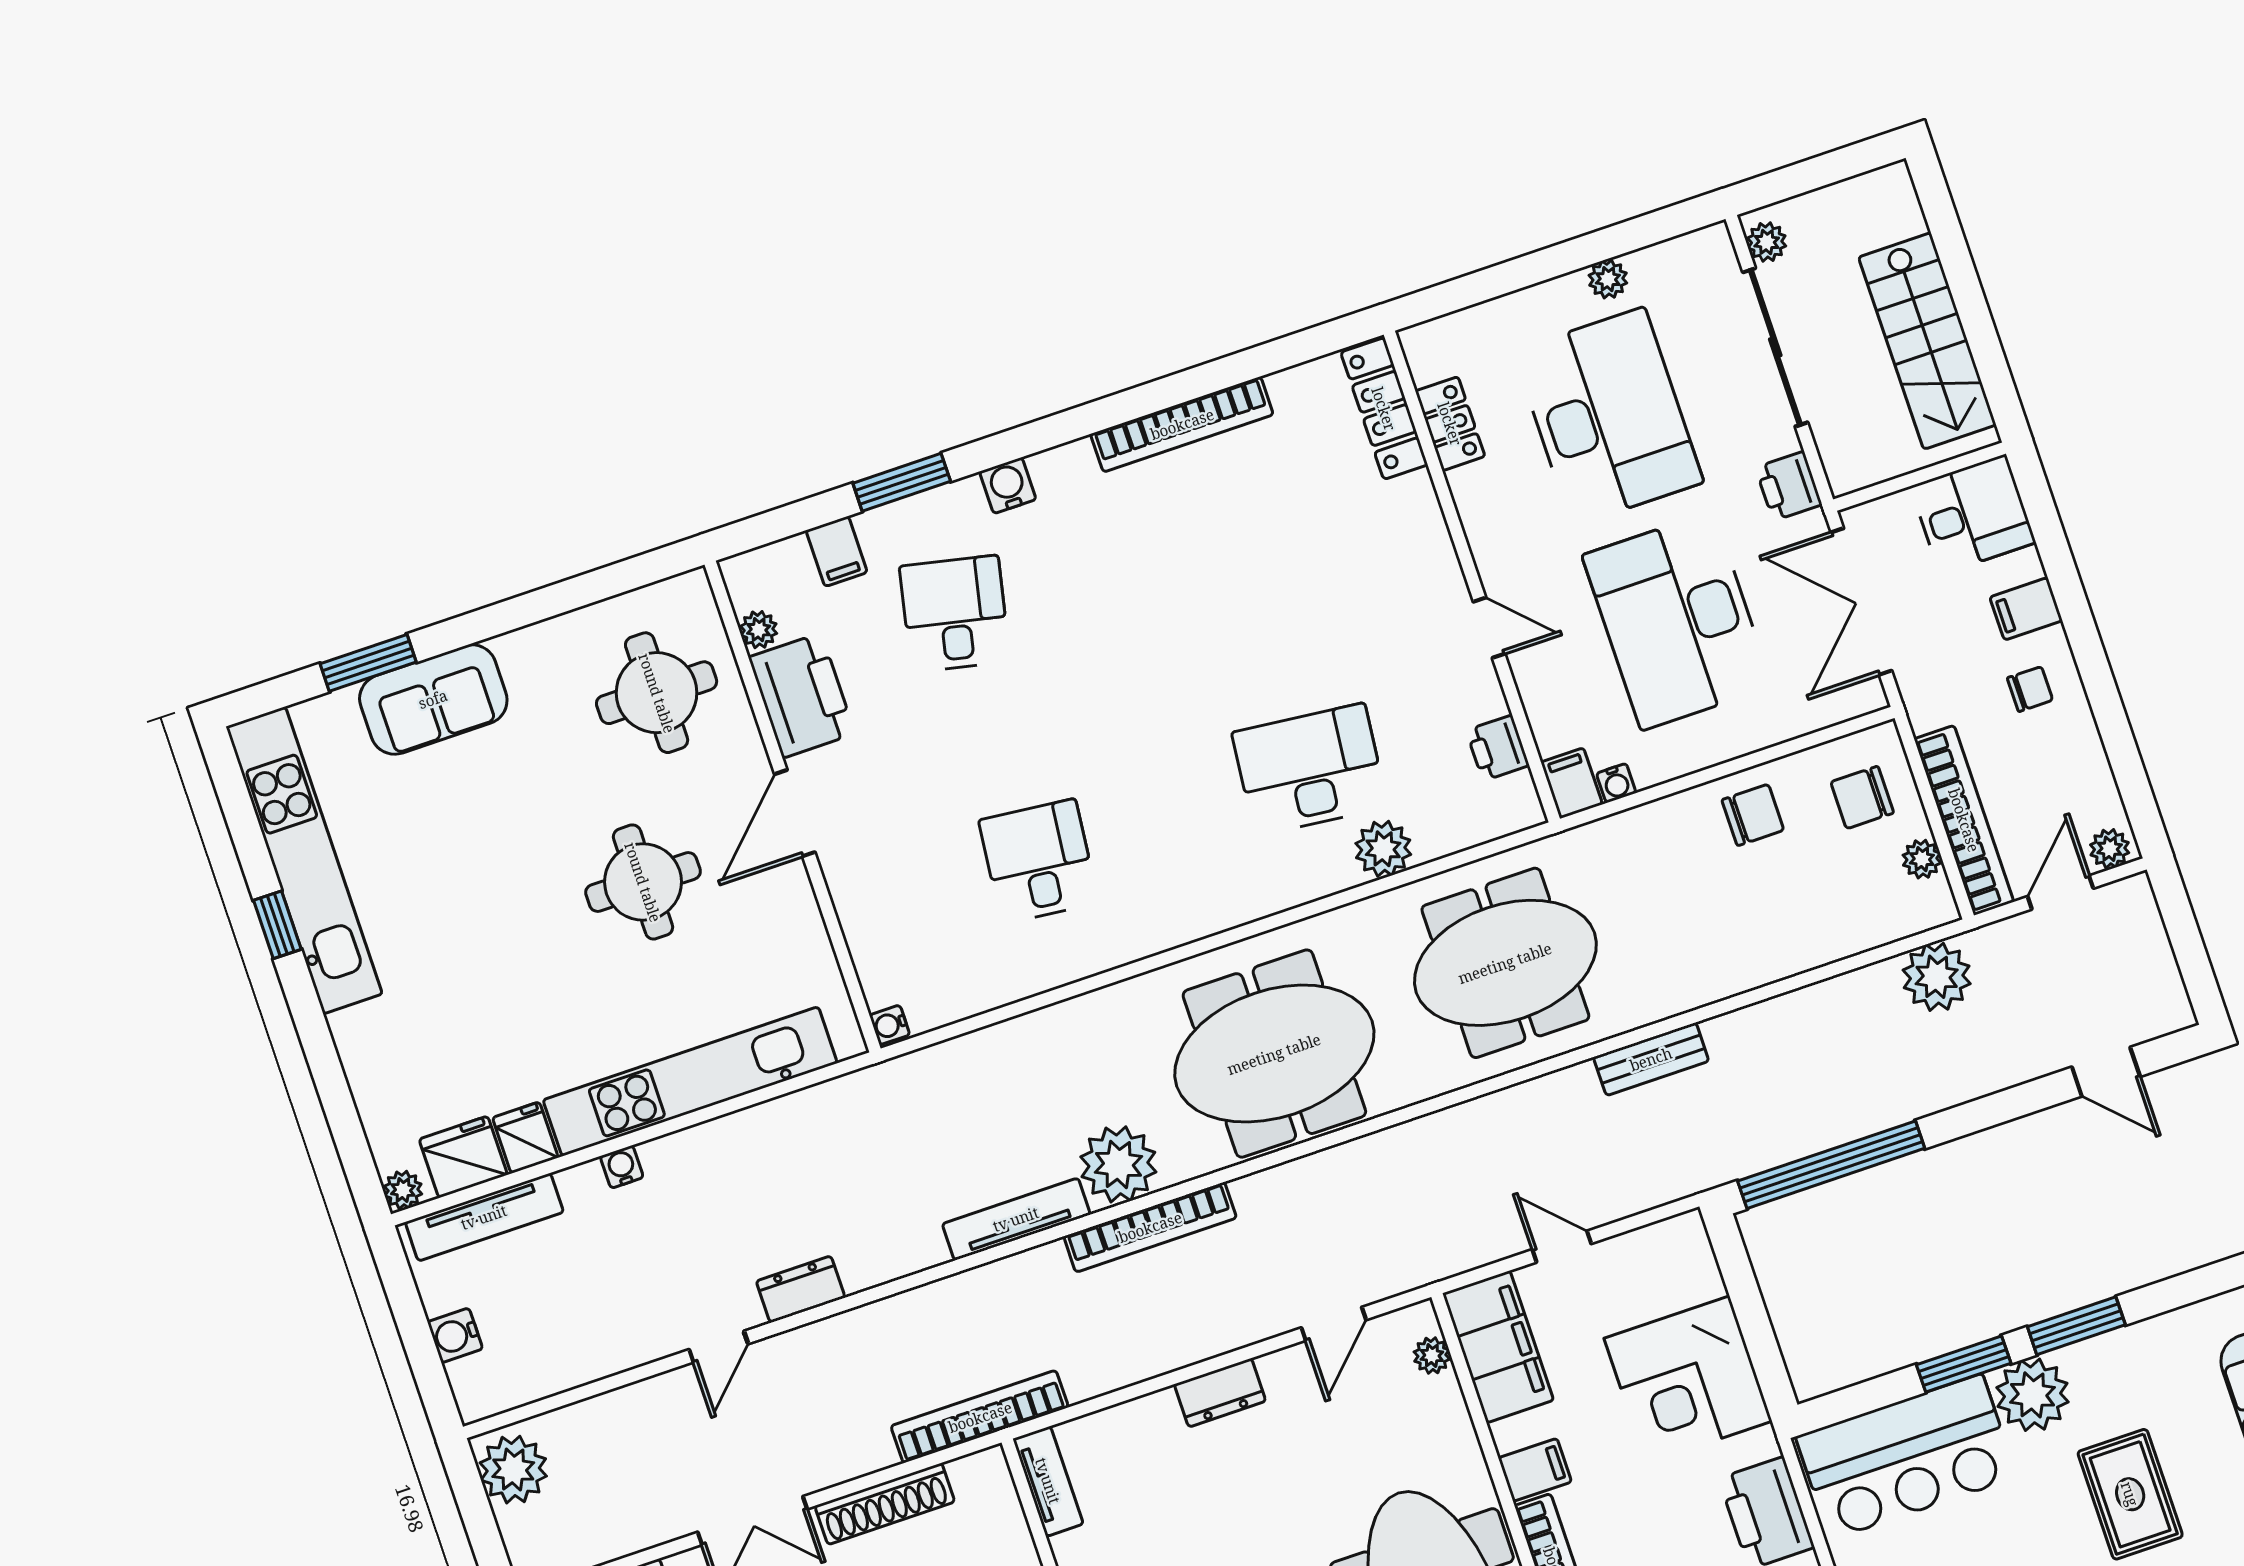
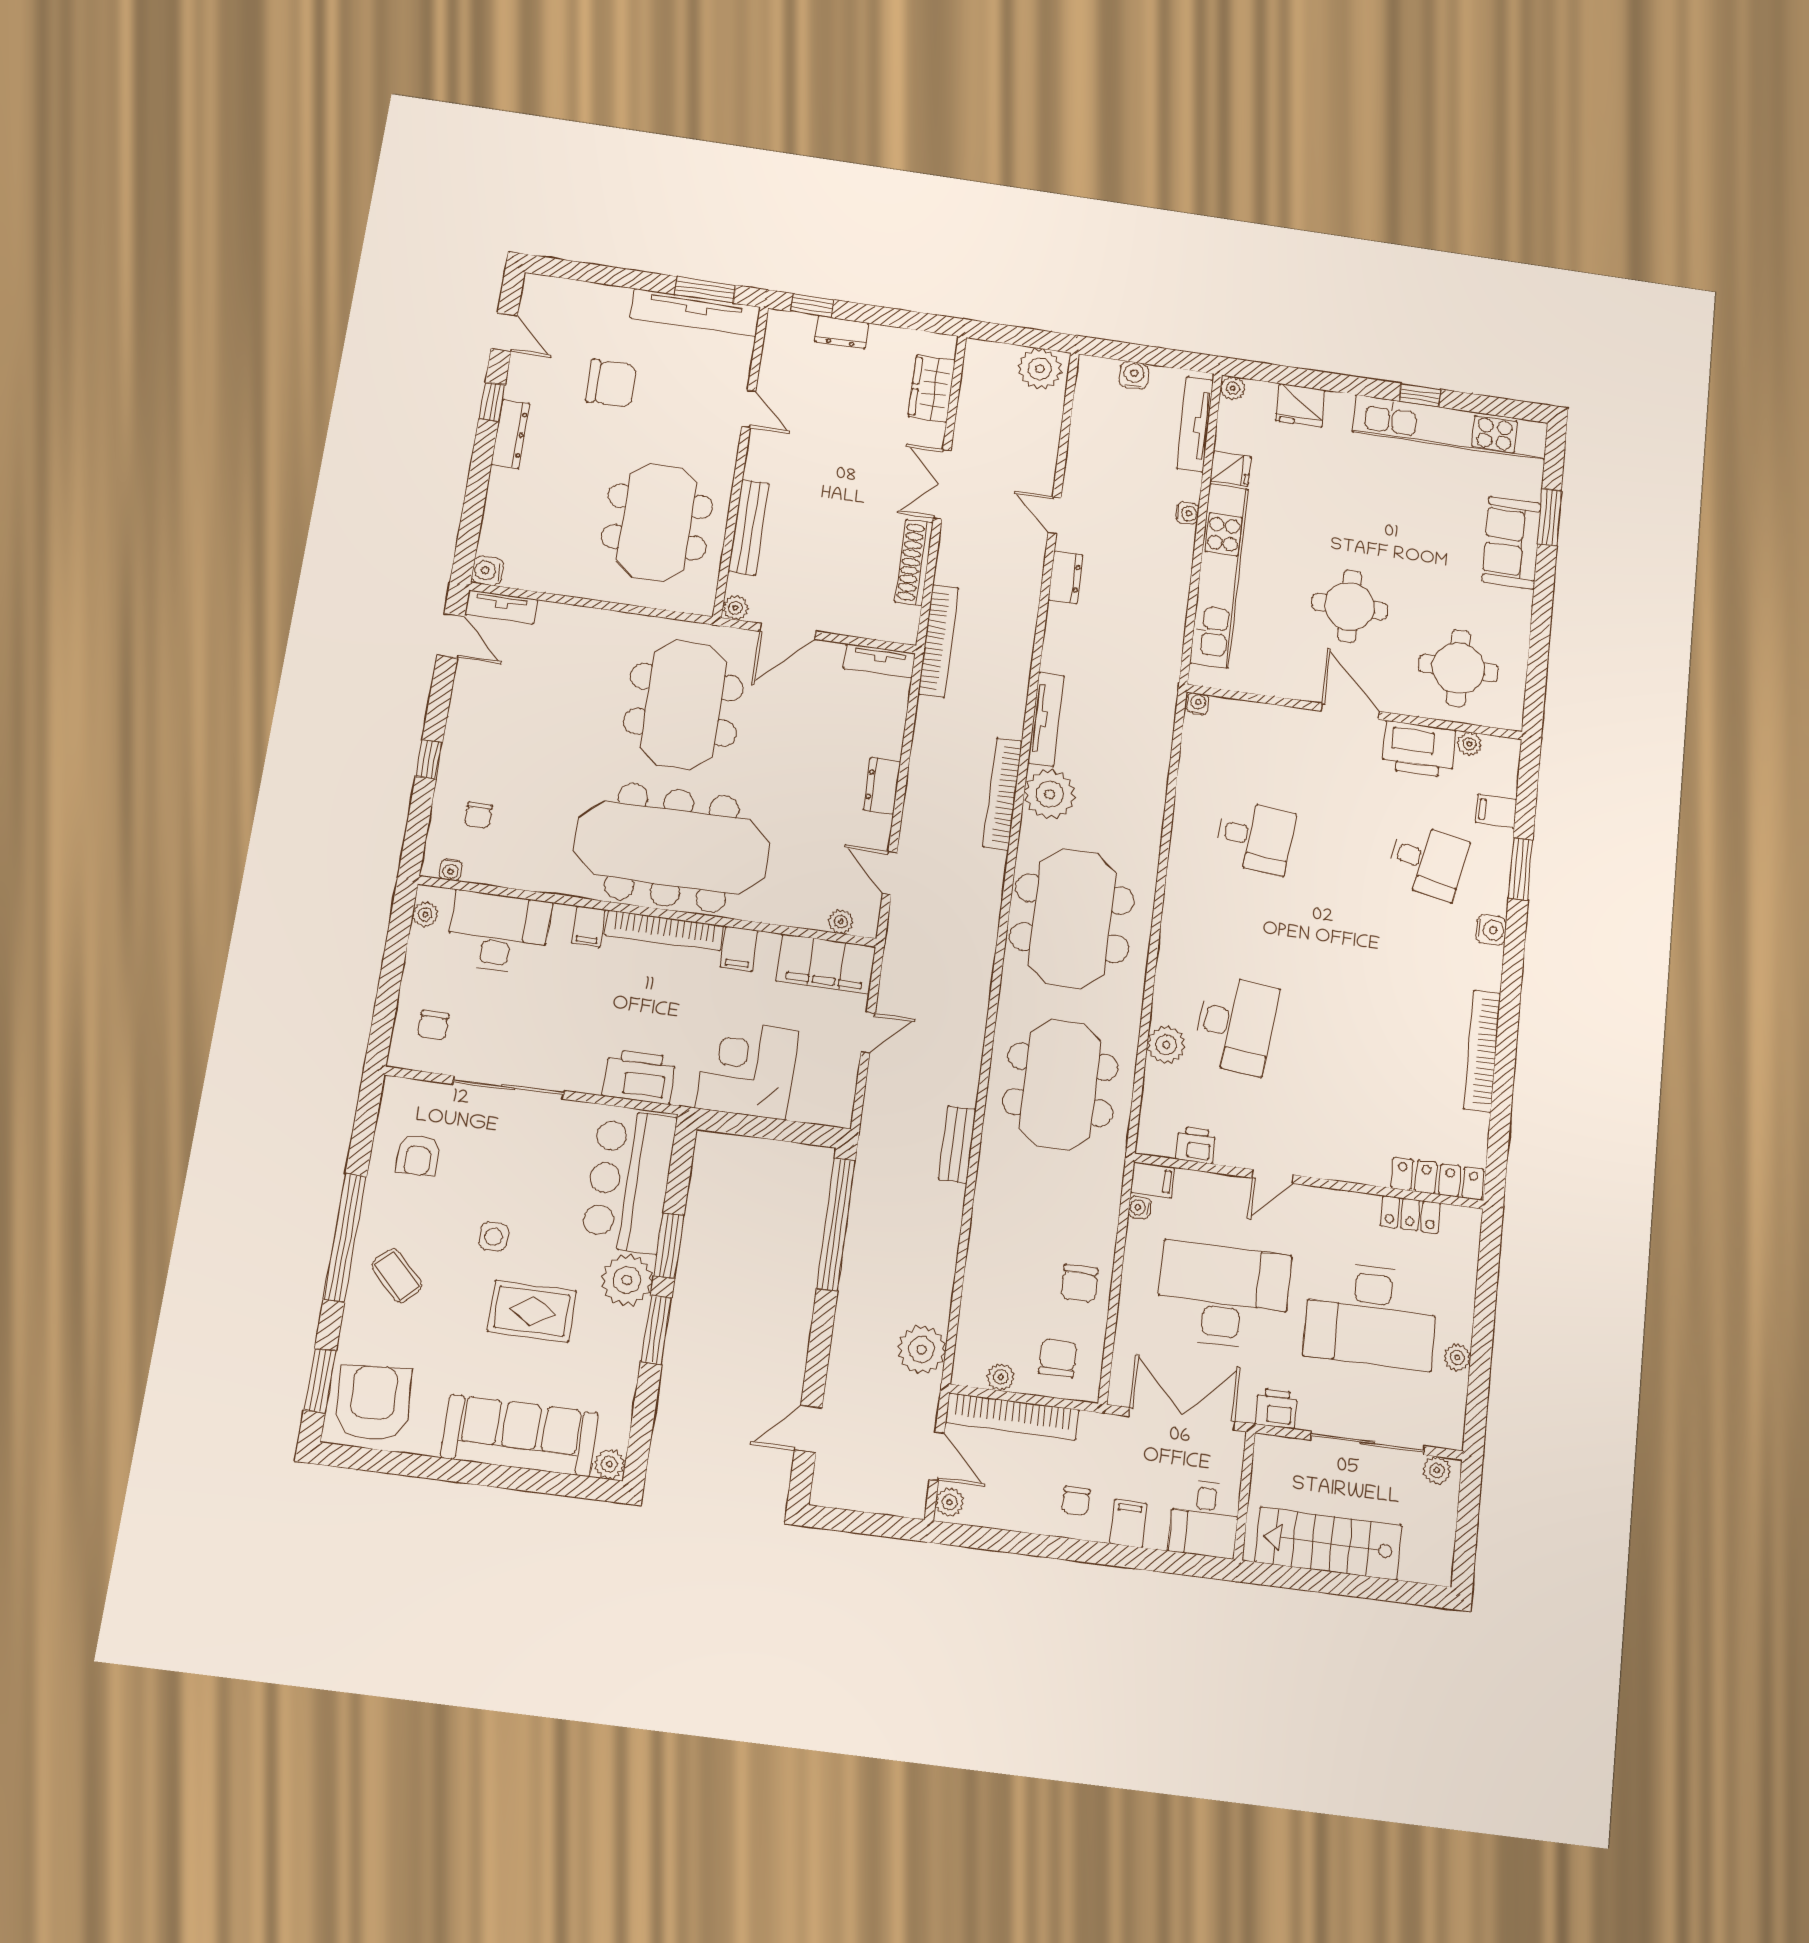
fridge: (463, 1157) -> (1301, 405), moved, turned 90

